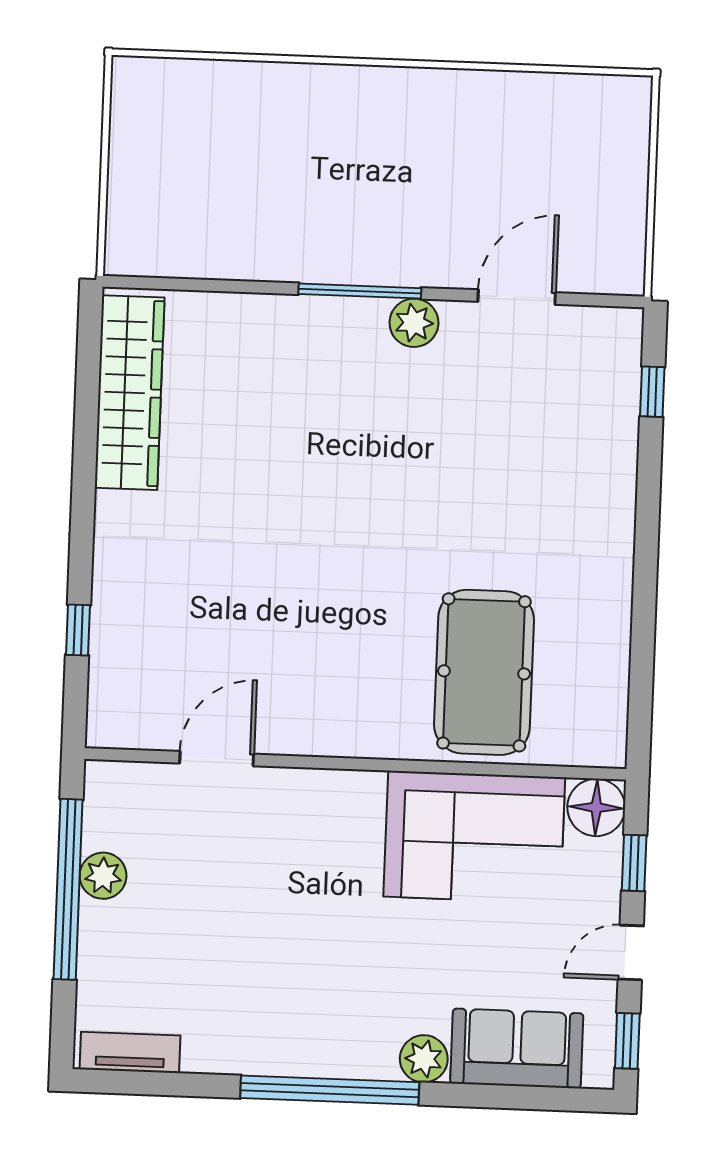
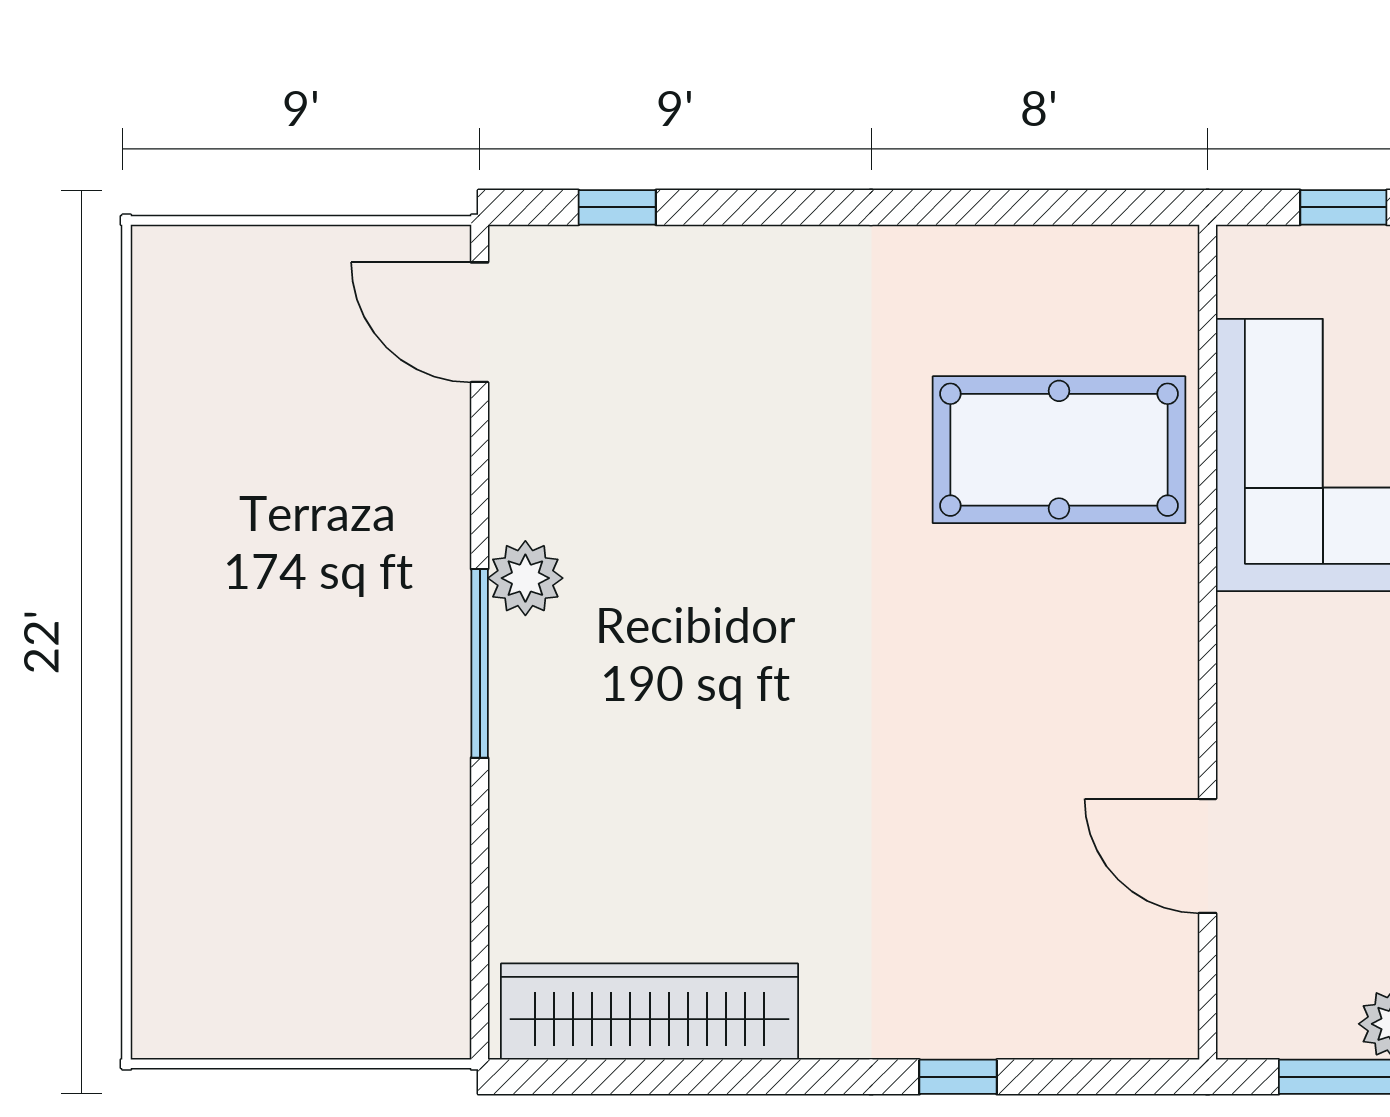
door: (517, 297) -> (480, 322), moved
window: (78, 630) -> (958, 1077), moved
floor lamp: (596, 807) -> (1260, 269), removed

